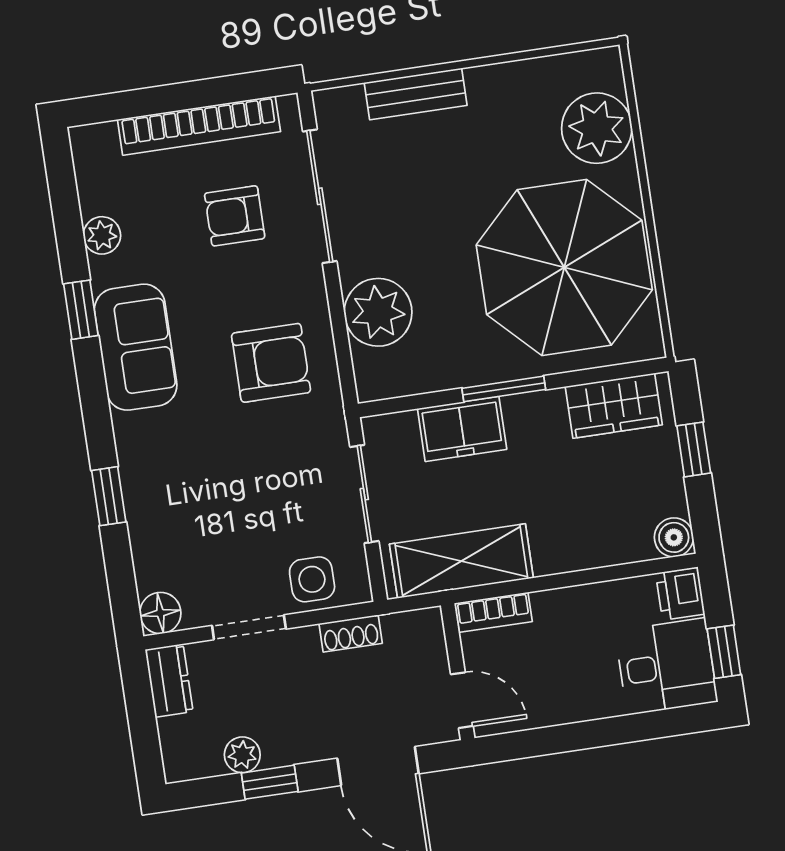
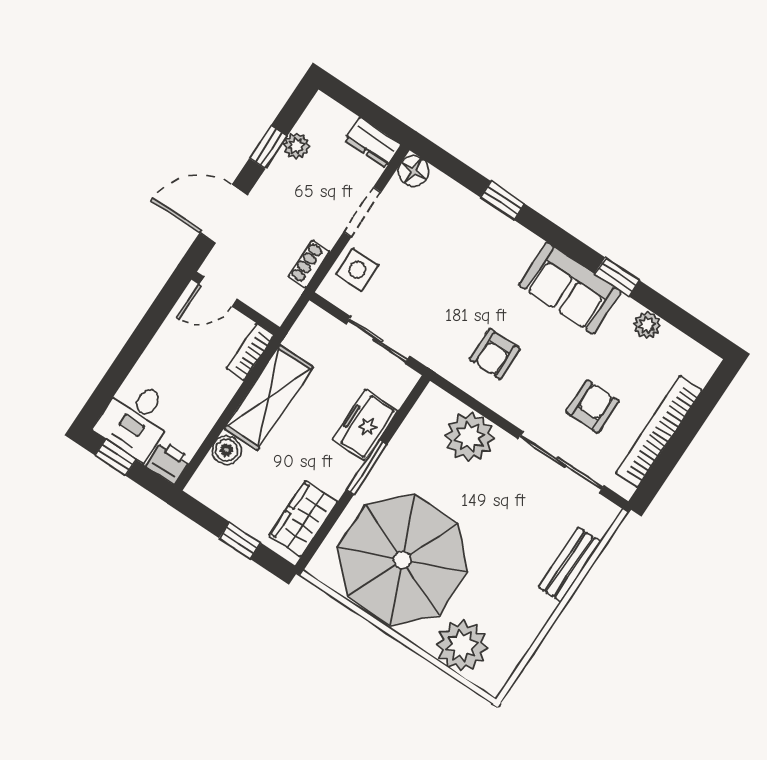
armchair: (271, 363) -> (495, 354), width x0.72, depth x0.72
boiler: (674, 537) -> (227, 450), moved
shelving: (461, 561) -> (269, 398), moved

